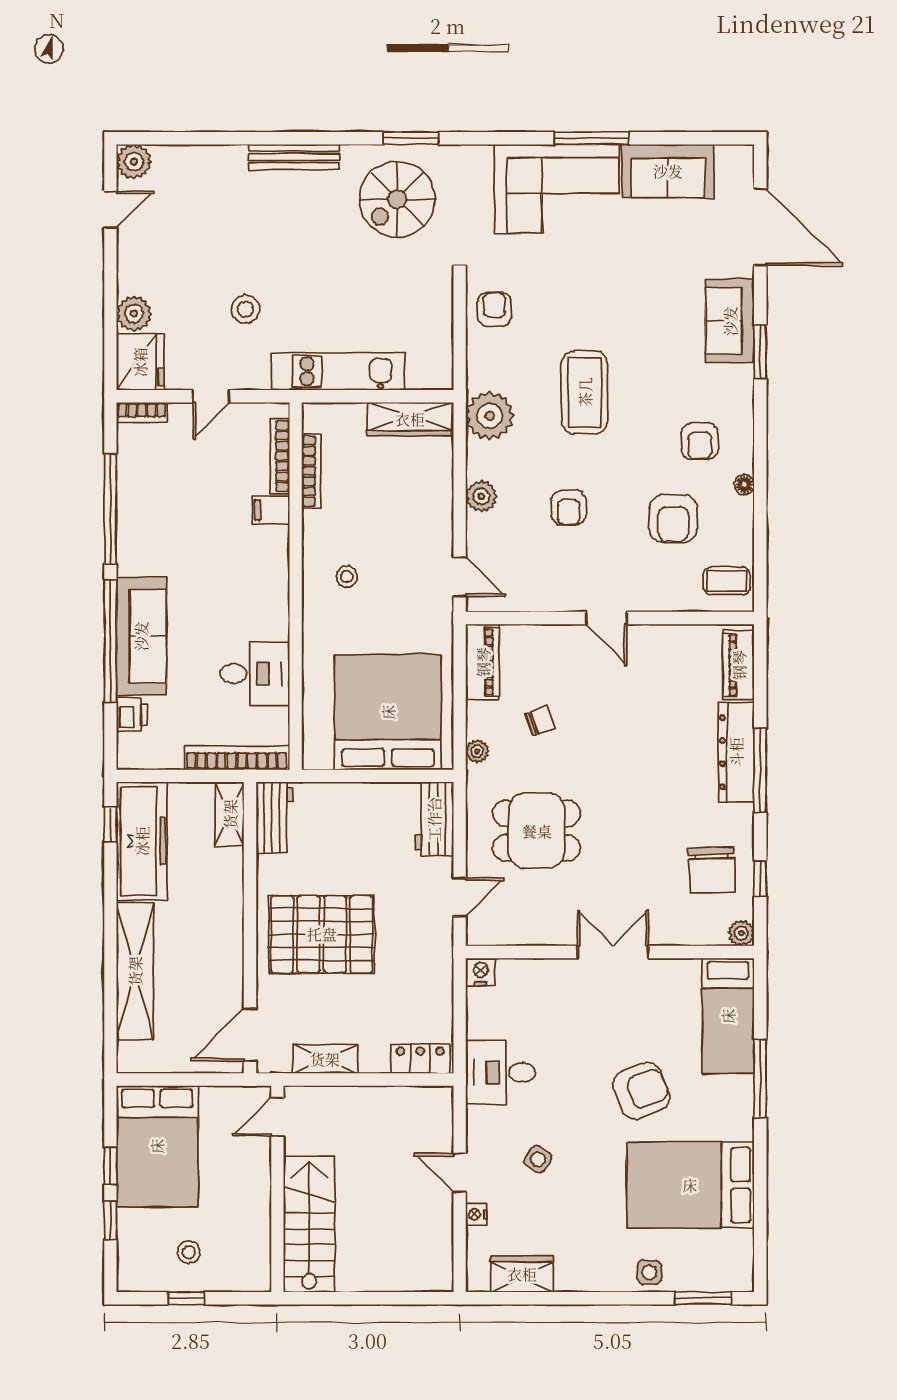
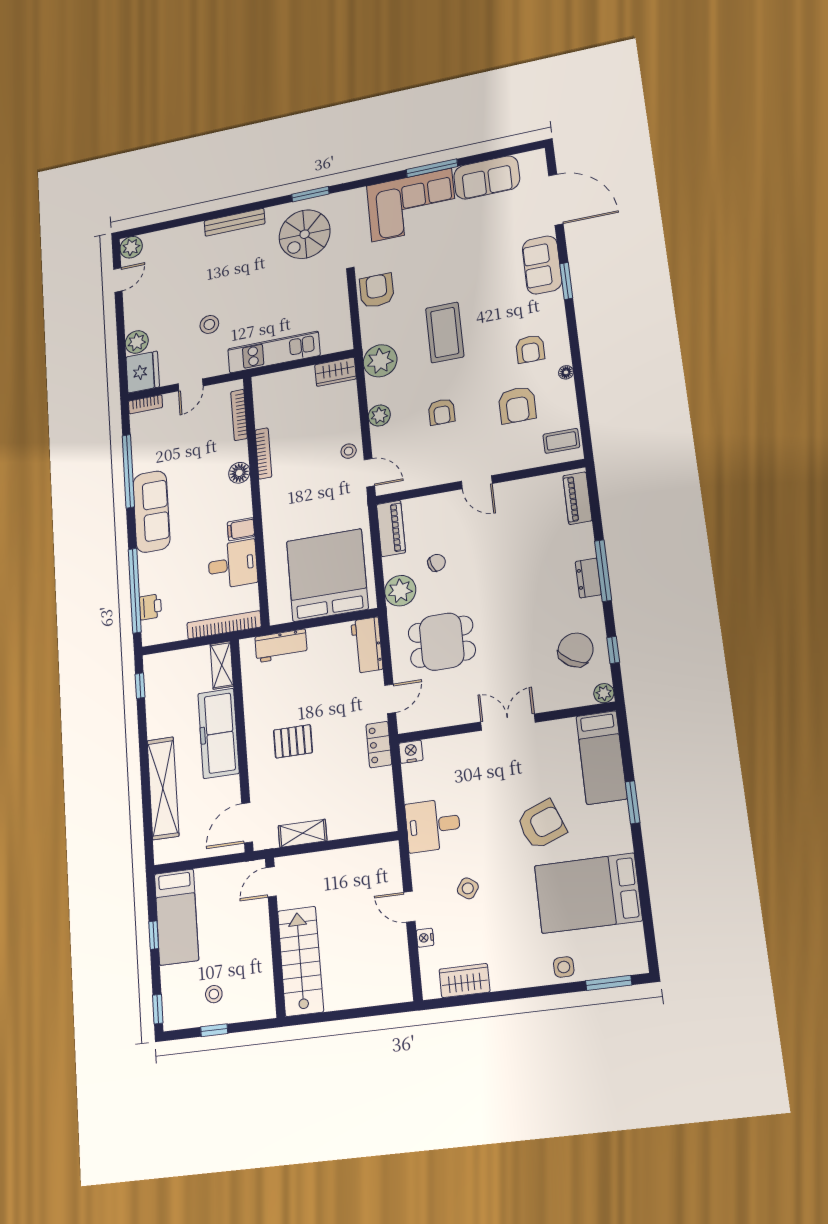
armchair: (494, 309) -> (377, 291), width x1.38, depth x1.38
wardrobe: (410, 419) -> (335, 372), width x0.67
bookcase: (311, 471) -> (263, 453), moved
filing cabinet: (271, 510) -> (241, 529), moved
floor lamp: (274, 542) -> (239, 473), added
stool: (347, 577) -> (349, 451), moved
sofa: (141, 636) -> (151, 512), moved
window: (110, 641) -> (135, 591), moved
plant: (477, 751) -> (400, 591), width x1.87, depth x1.87
dresser: (736, 752) -> (588, 578), width x0.51, depth x0.80
workbench: (275, 818) -> (281, 646), moved, turned 90
freezer: (142, 841) -> (218, 733), moved, turned 180
chair: (712, 870) -> (576, 650), turned -147
pallet: (322, 934) -> (293, 741), width x0.49, depth x0.50
locker: (420, 1059) -> (379, 745), moved, turned -90
window: (760, 1079) -> (633, 802), width x0.69
bed: (157, 1146) -> (176, 917), width x0.67
window: (110, 1220) -> (158, 1009), moved

